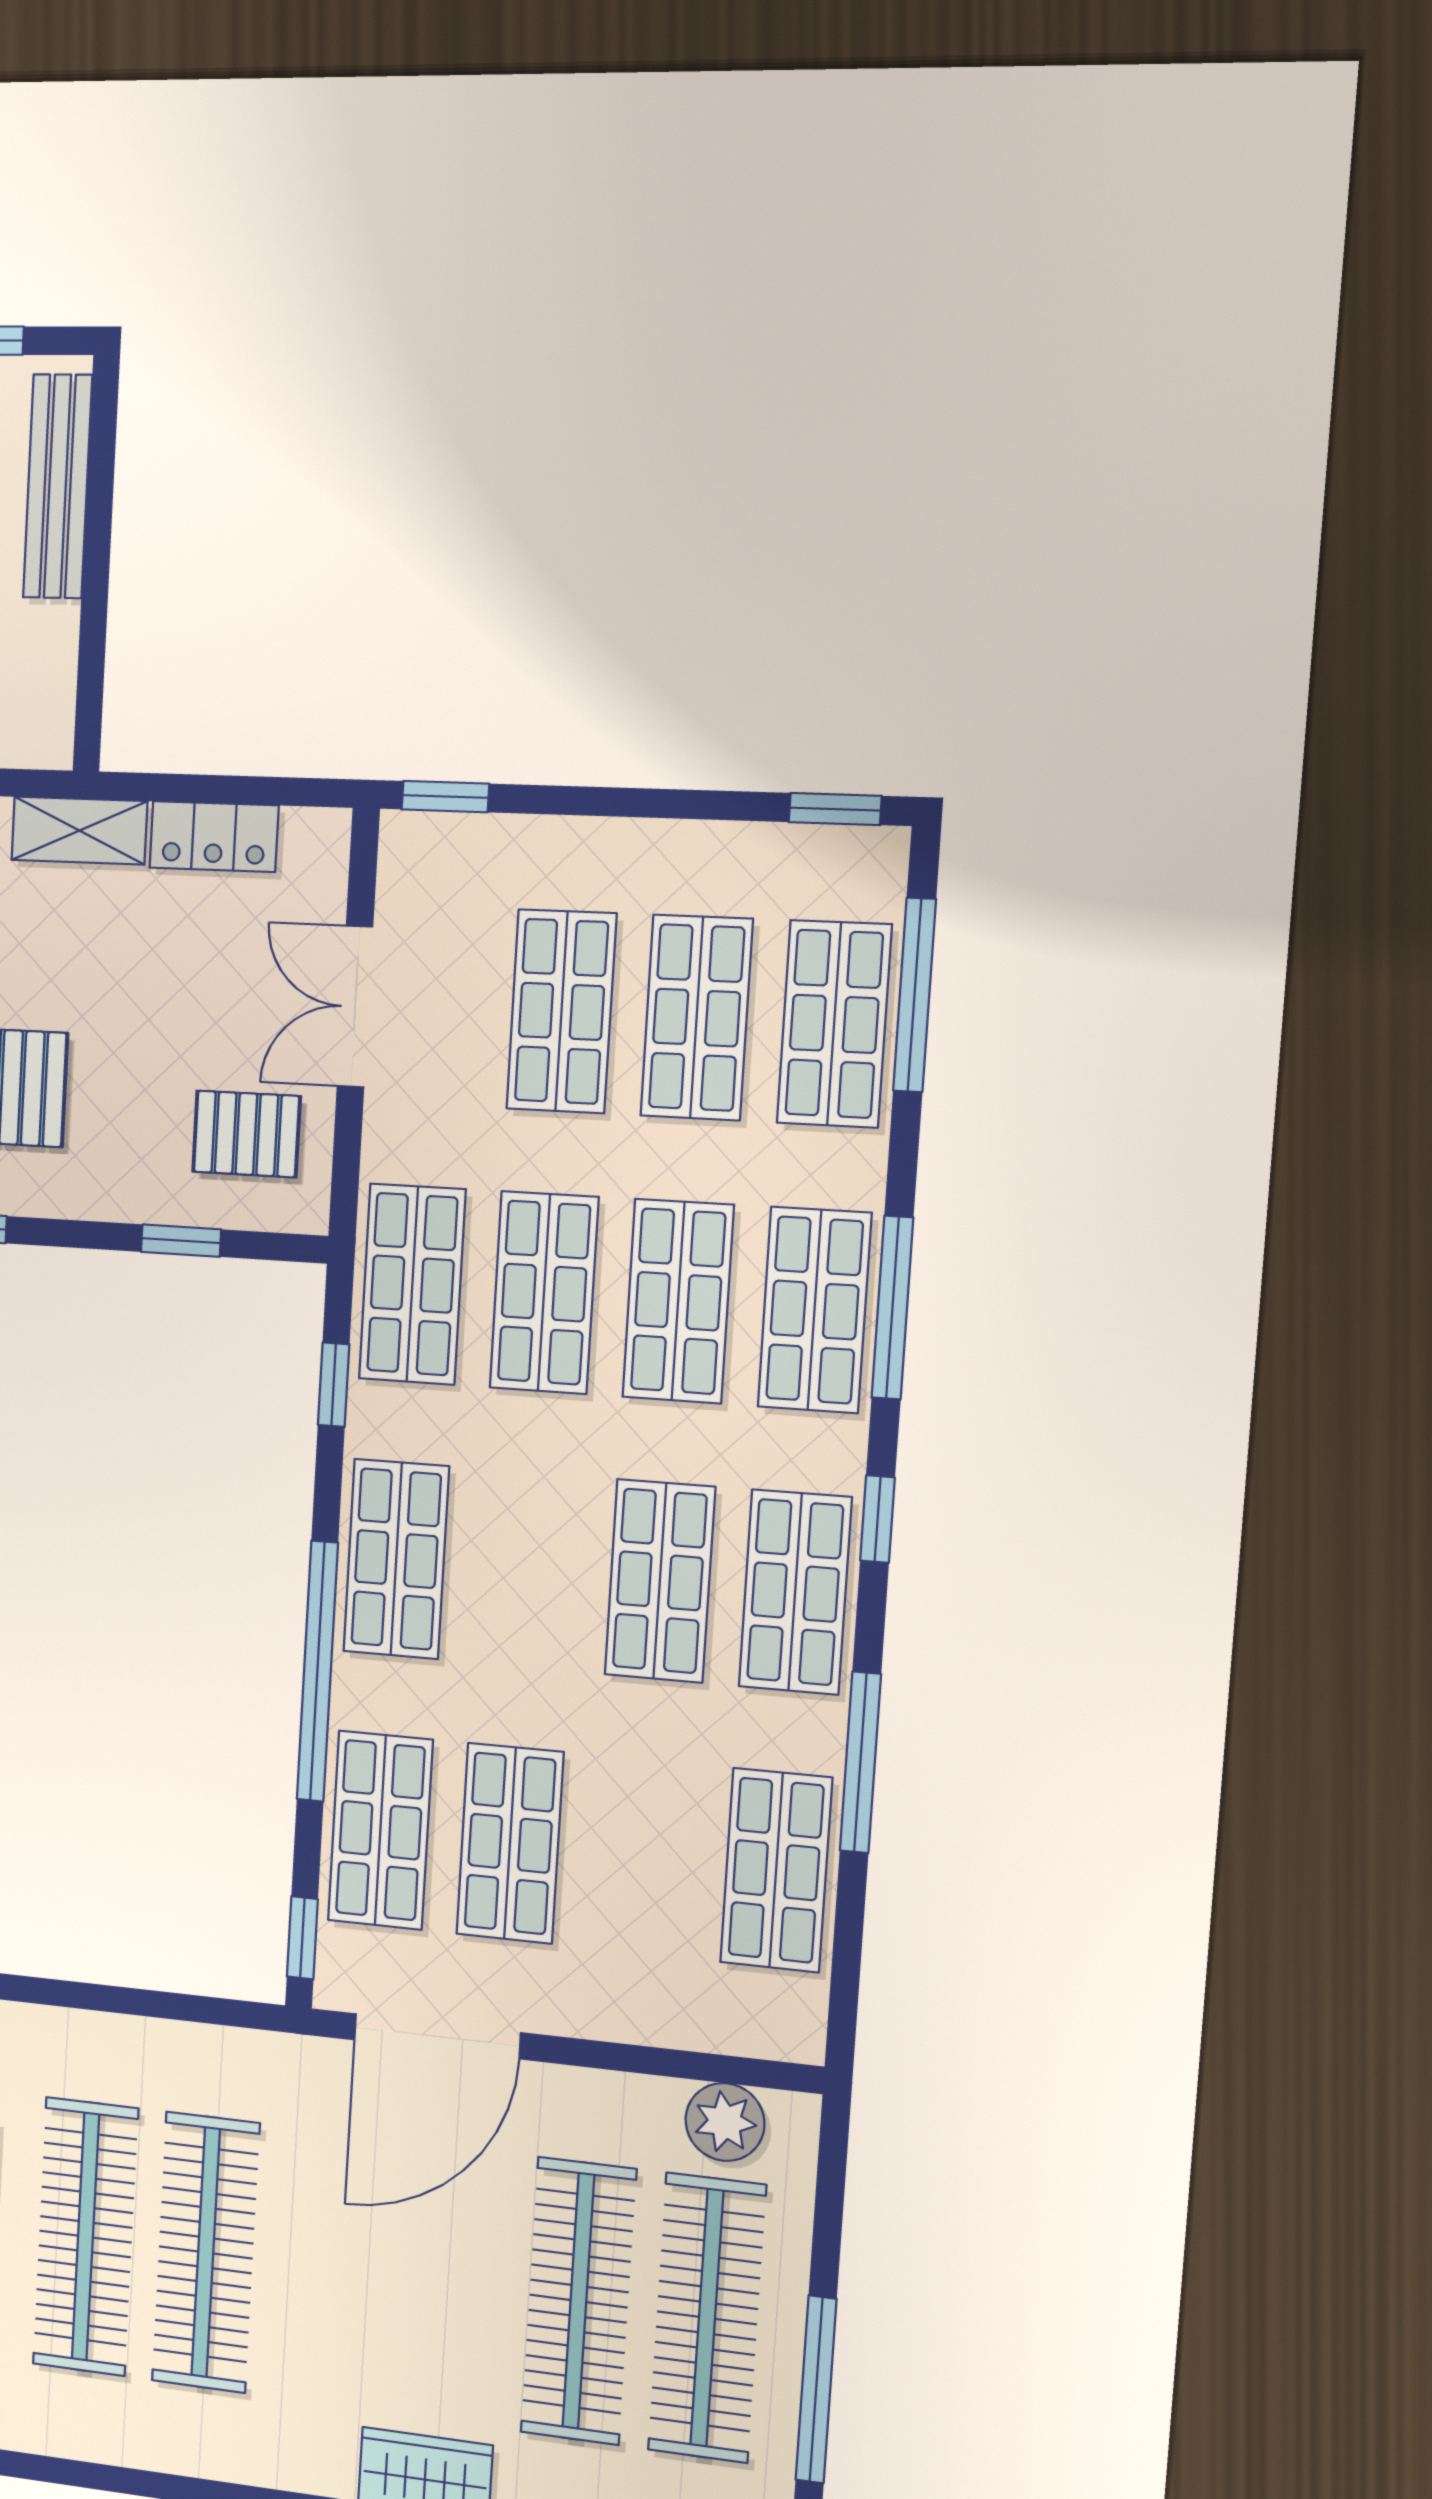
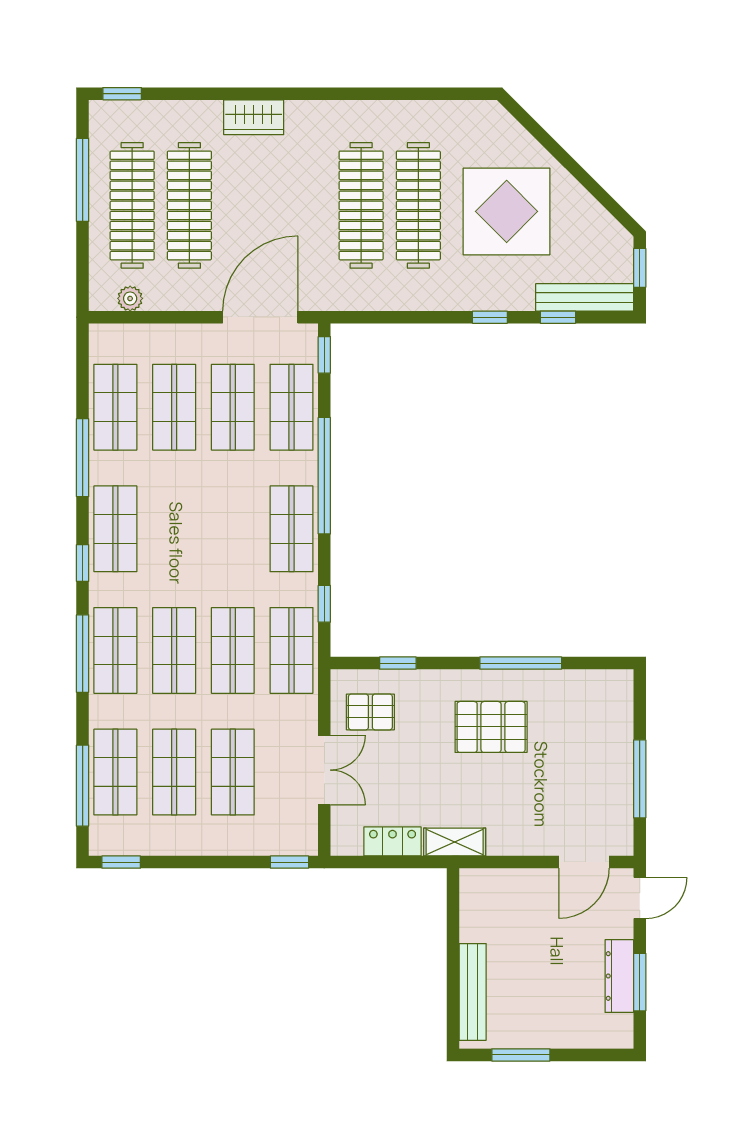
shop shelf: (660, 1581) -> (174, 407), moved
plant: (725, 2122) -> (130, 298), width x0.73, depth x0.73

